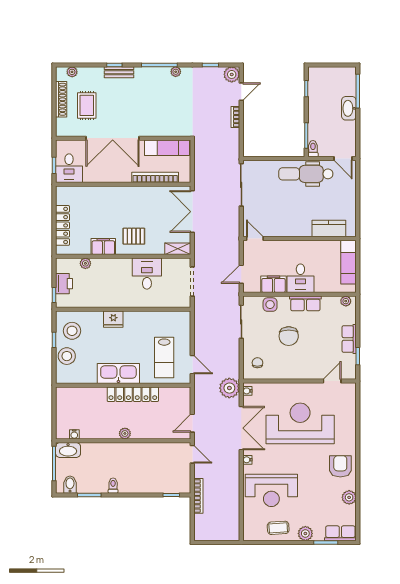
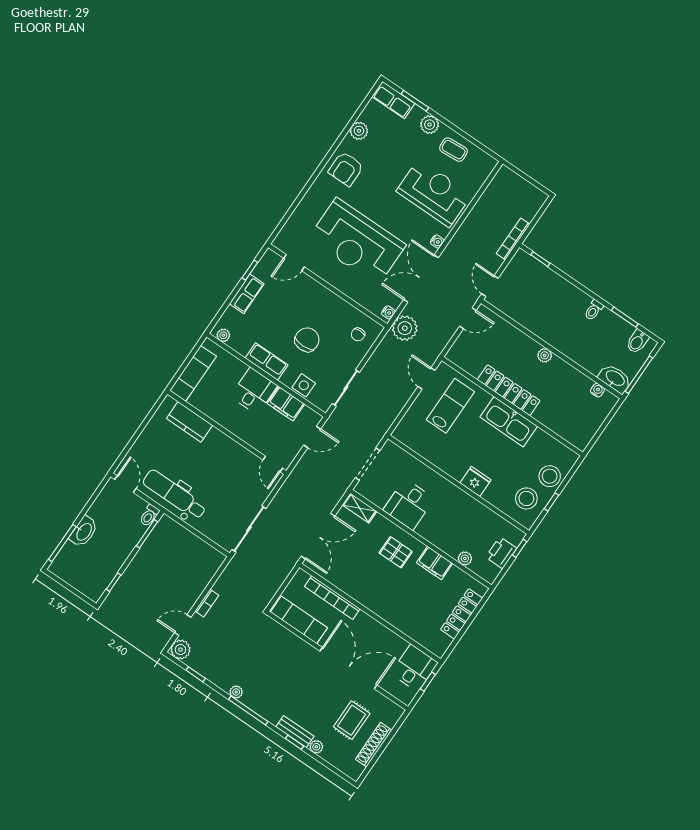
plant: (72, 72) -> (316, 747), moved
dental chair: (306, 174) -> (174, 495), turned 180

